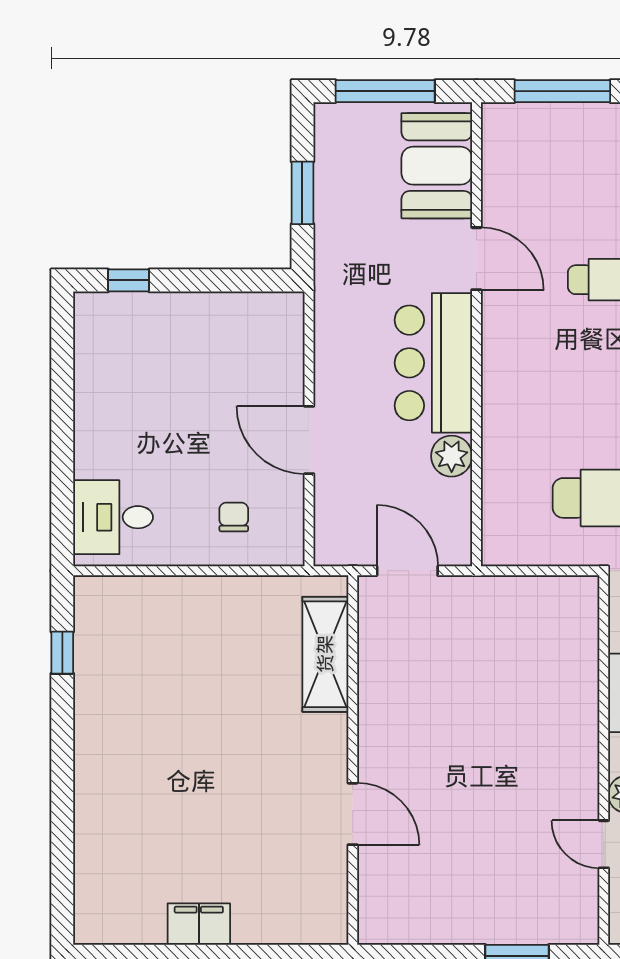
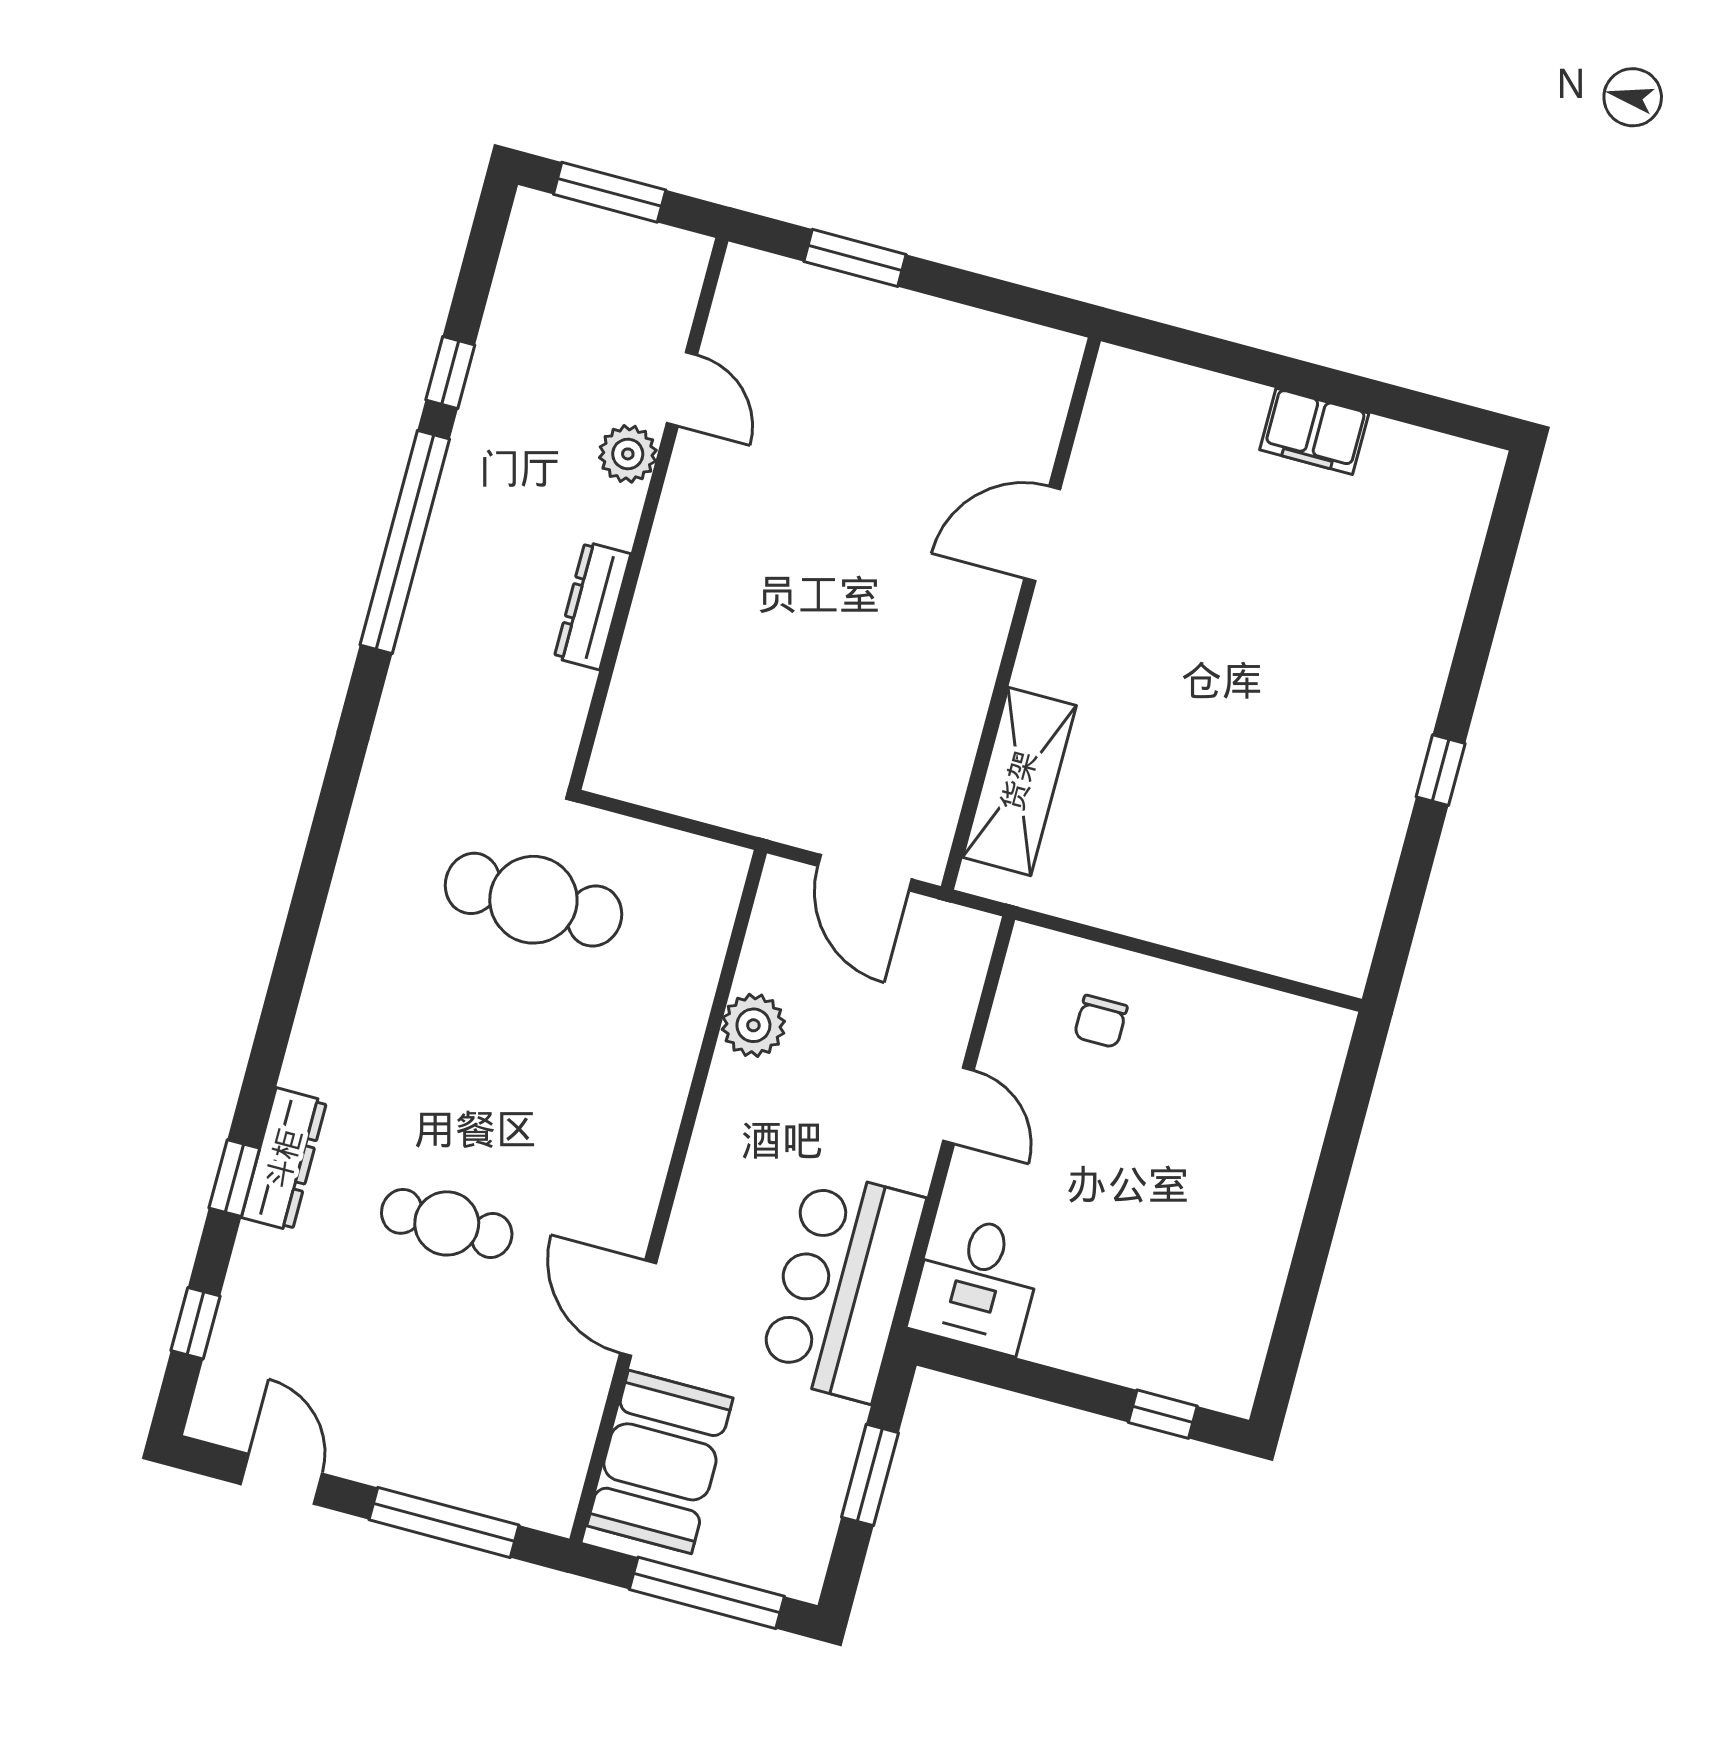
bar counter: (433, 363) -> (842, 1286), moved, turned 180
door: (309, 440) -> (958, 1106), width x0.73
desk: (113, 517) -> (977, 1284), moved, turned 90
window: (62, 653) -> (1441, 770), moved
door: (353, 814) -> (1042, 534), hinge flipped

